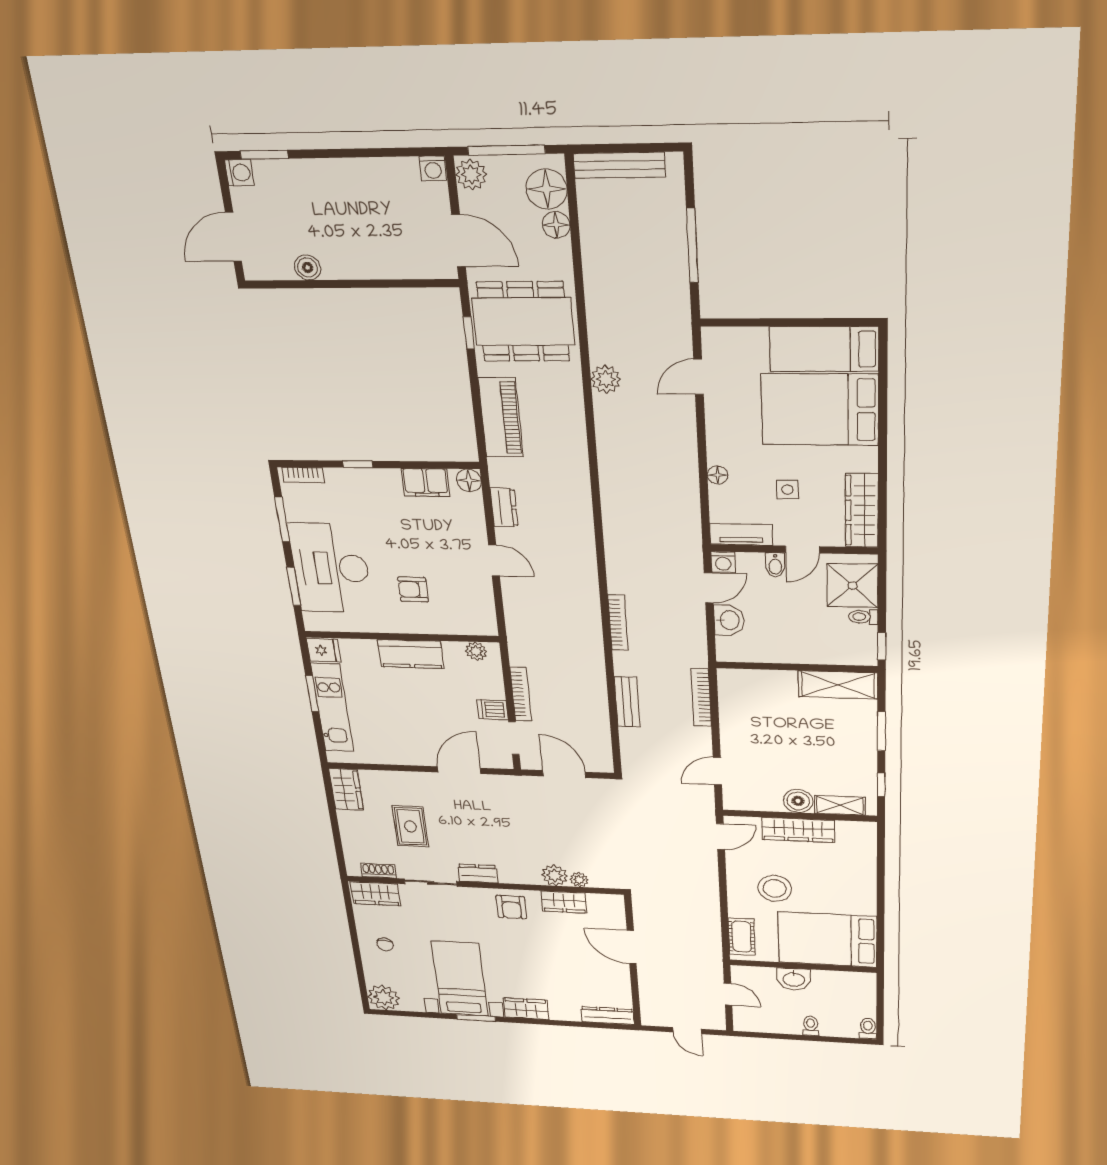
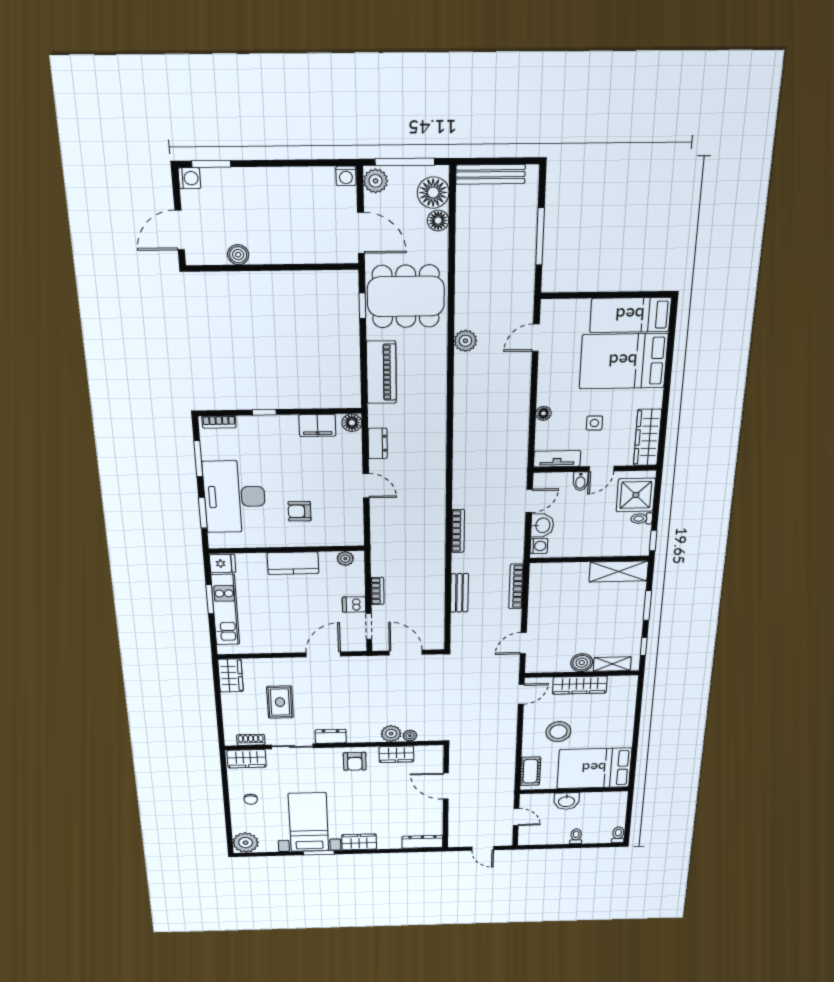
washing machine: (723, 562) -> (539, 546), moved, turned -90
bookcase: (521, 694) -> (377, 591), width x0.64

